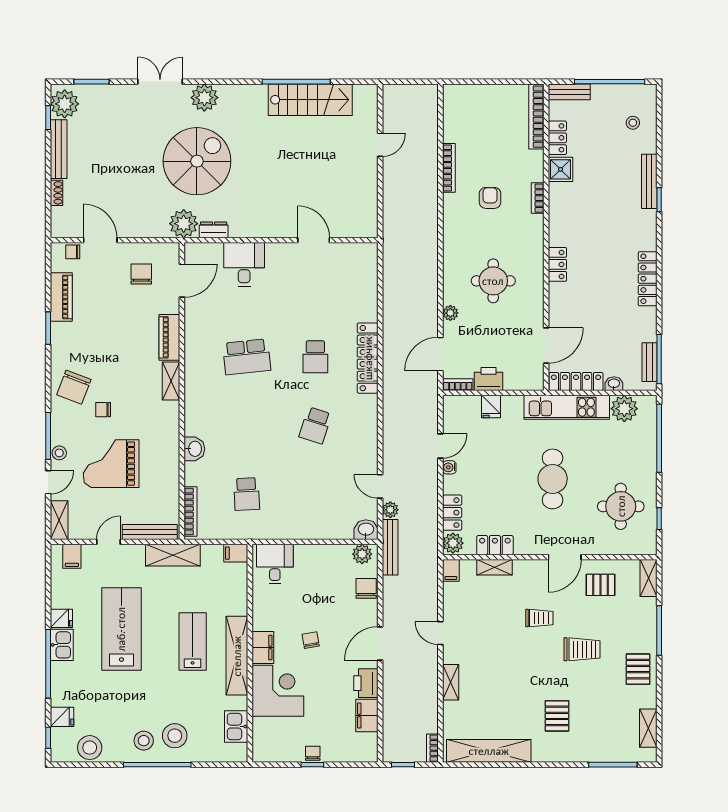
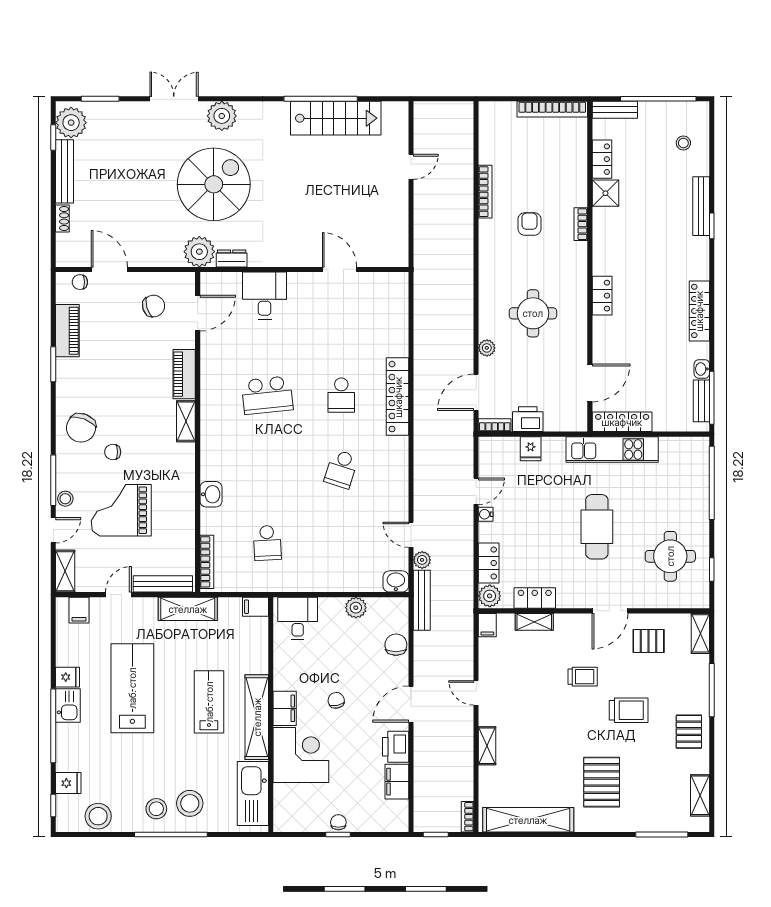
bookcase: (536, 117) -> (552, 109), moved, turned -90
chair: (141, 274) -> (154, 306), turned 73
washbasin: (614, 384) -> (702, 369), moved, turned -90
plant: (624, 409) -> (674, 451), removed
plant: (362, 554) -> (356, 608), moved
pallet: (557, 716) -> (602, 782), width x1.50, depth x1.42
kitchen sink: (236, 727) -> (253, 794), width x1.87, depth x1.24

